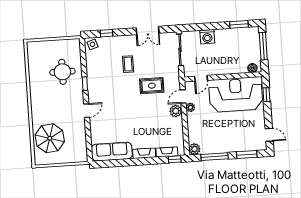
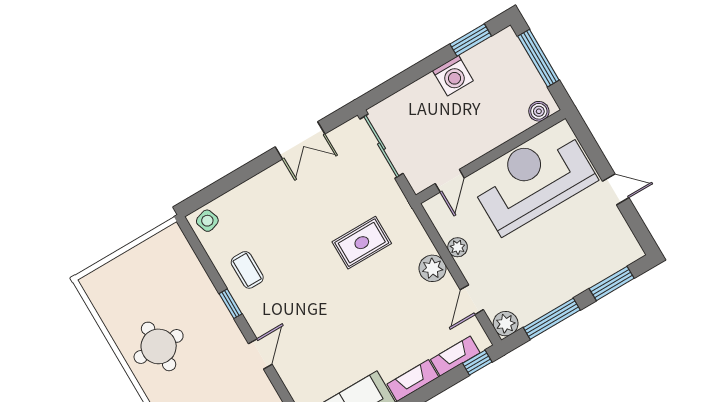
window: (106, 33) -> (223, 186), removed
washing machine: (207, 37) -> (453, 76), moved
coffee table: (128, 64) -> (247, 270), moved
round table: (62, 72) -> (159, 346), moved
window: (266, 95) -> (592, 149), removed
door: (183, 96) -> (472, 300), moved
door: (269, 135) -> (616, 189), moved

